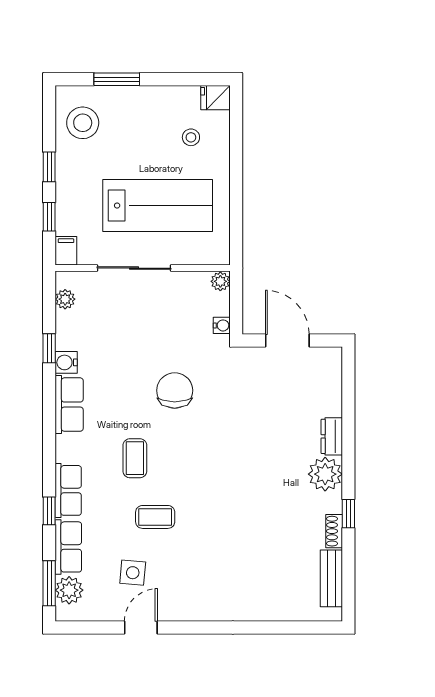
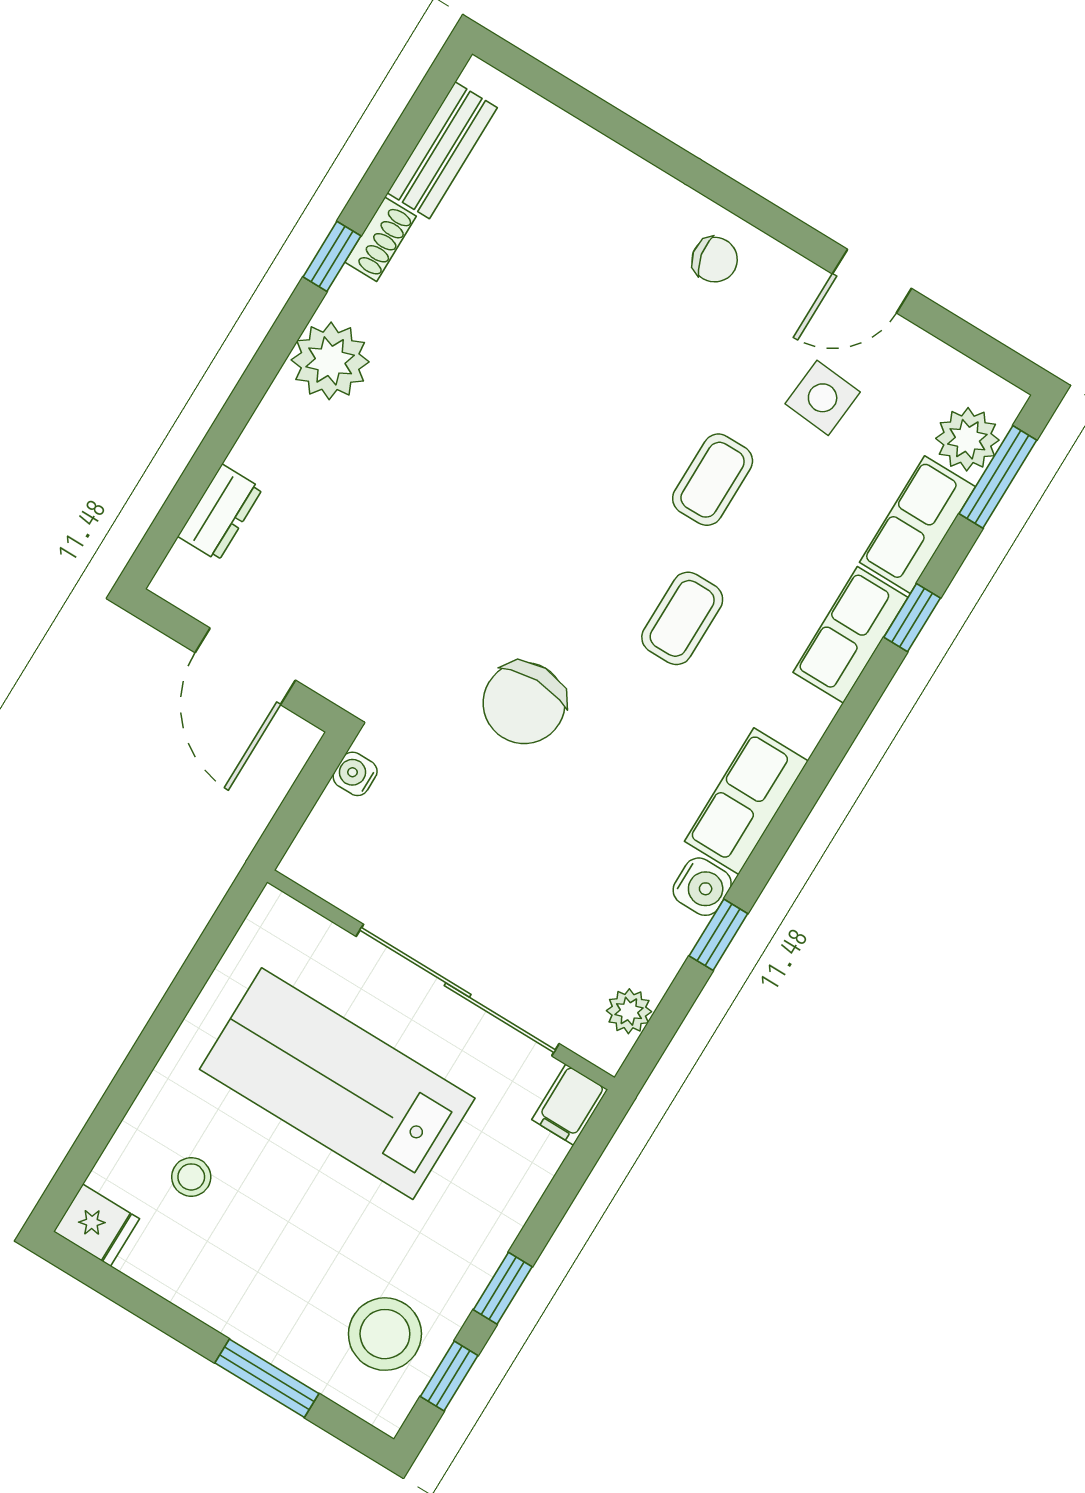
window: (49, 217) -> (449, 1376), moved
sliding door: (134, 268) -> (458, 990), width x1.36
plant: (220, 281) -> (305, 861), removed
dresser: (332, 436) -> (220, 513), moved
coffee table: (155, 517) -> (713, 480), turned 90
chair: (205, 600) -> (715, 260), added

